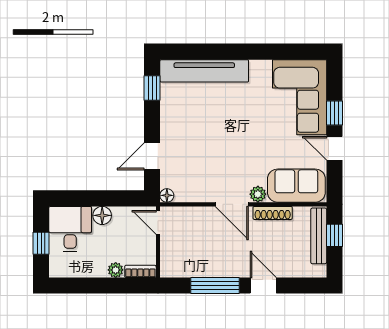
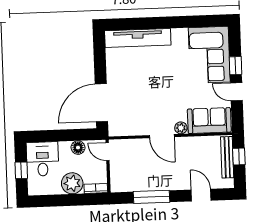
window: (152, 88) -> (99, 52), removed
door: (152, 156) -> (101, 103), width x1.88
floor lamp: (167, 195) -> (113, 131), removed
shoe rack: (273, 213) -> (192, 141), removed
floor lamp: (102, 215) -> (78, 148), moved
plant: (116, 270) -> (72, 183), width x1.88, depth x1.88
door: (263, 286) -> (201, 195), moved

